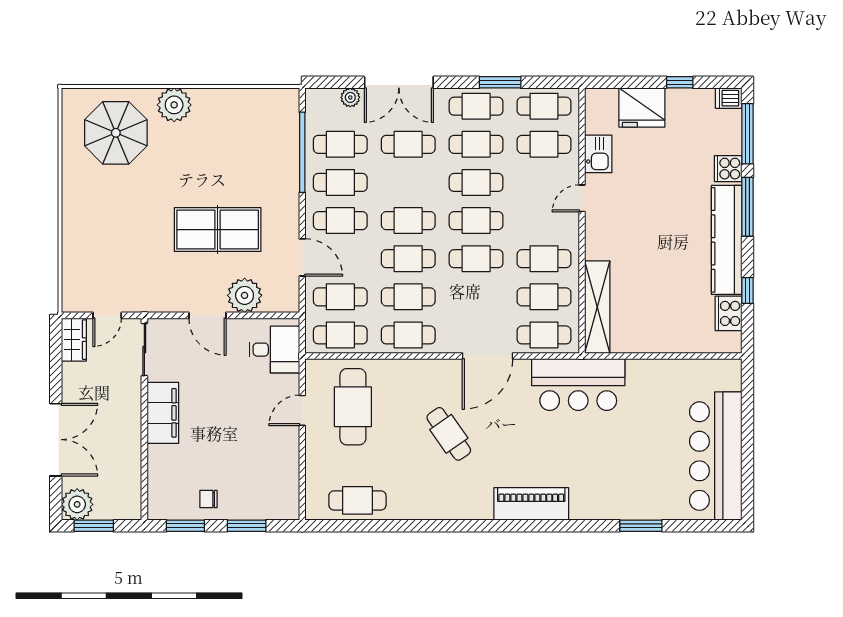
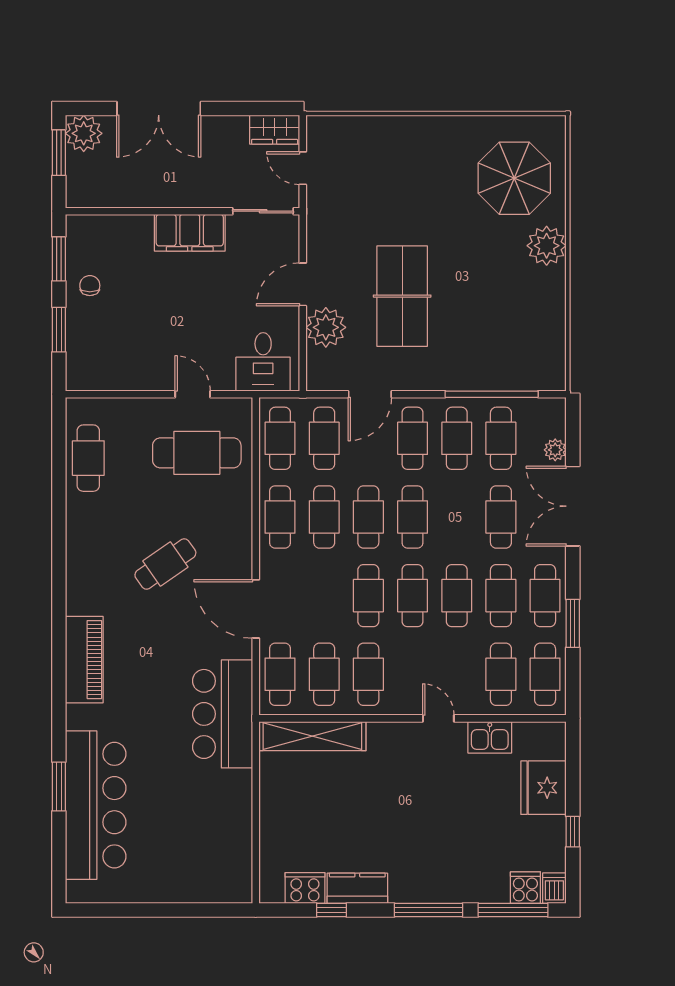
cooker: (728, 169) -> (525, 888), moved
kitchen counter: (727, 240) -> (357, 888), width x0.48, depth x0.86
bar counter: (716, 456) -> (96, 805), moved, turned 90

